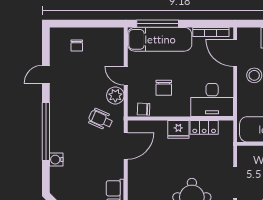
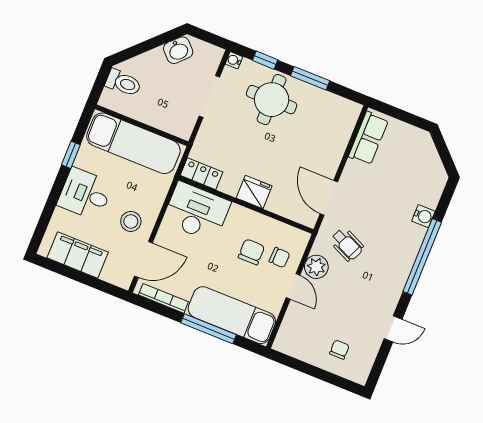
window: (158, 24) -> (209, 329), moved
door: (235, 53) -> (143, 260), hinge flipped
chair: (144, 109) -> (280, 258), moved
locker: (204, 127) -> (201, 174), moved
door: (126, 146) -> (329, 198), hinge flipped

